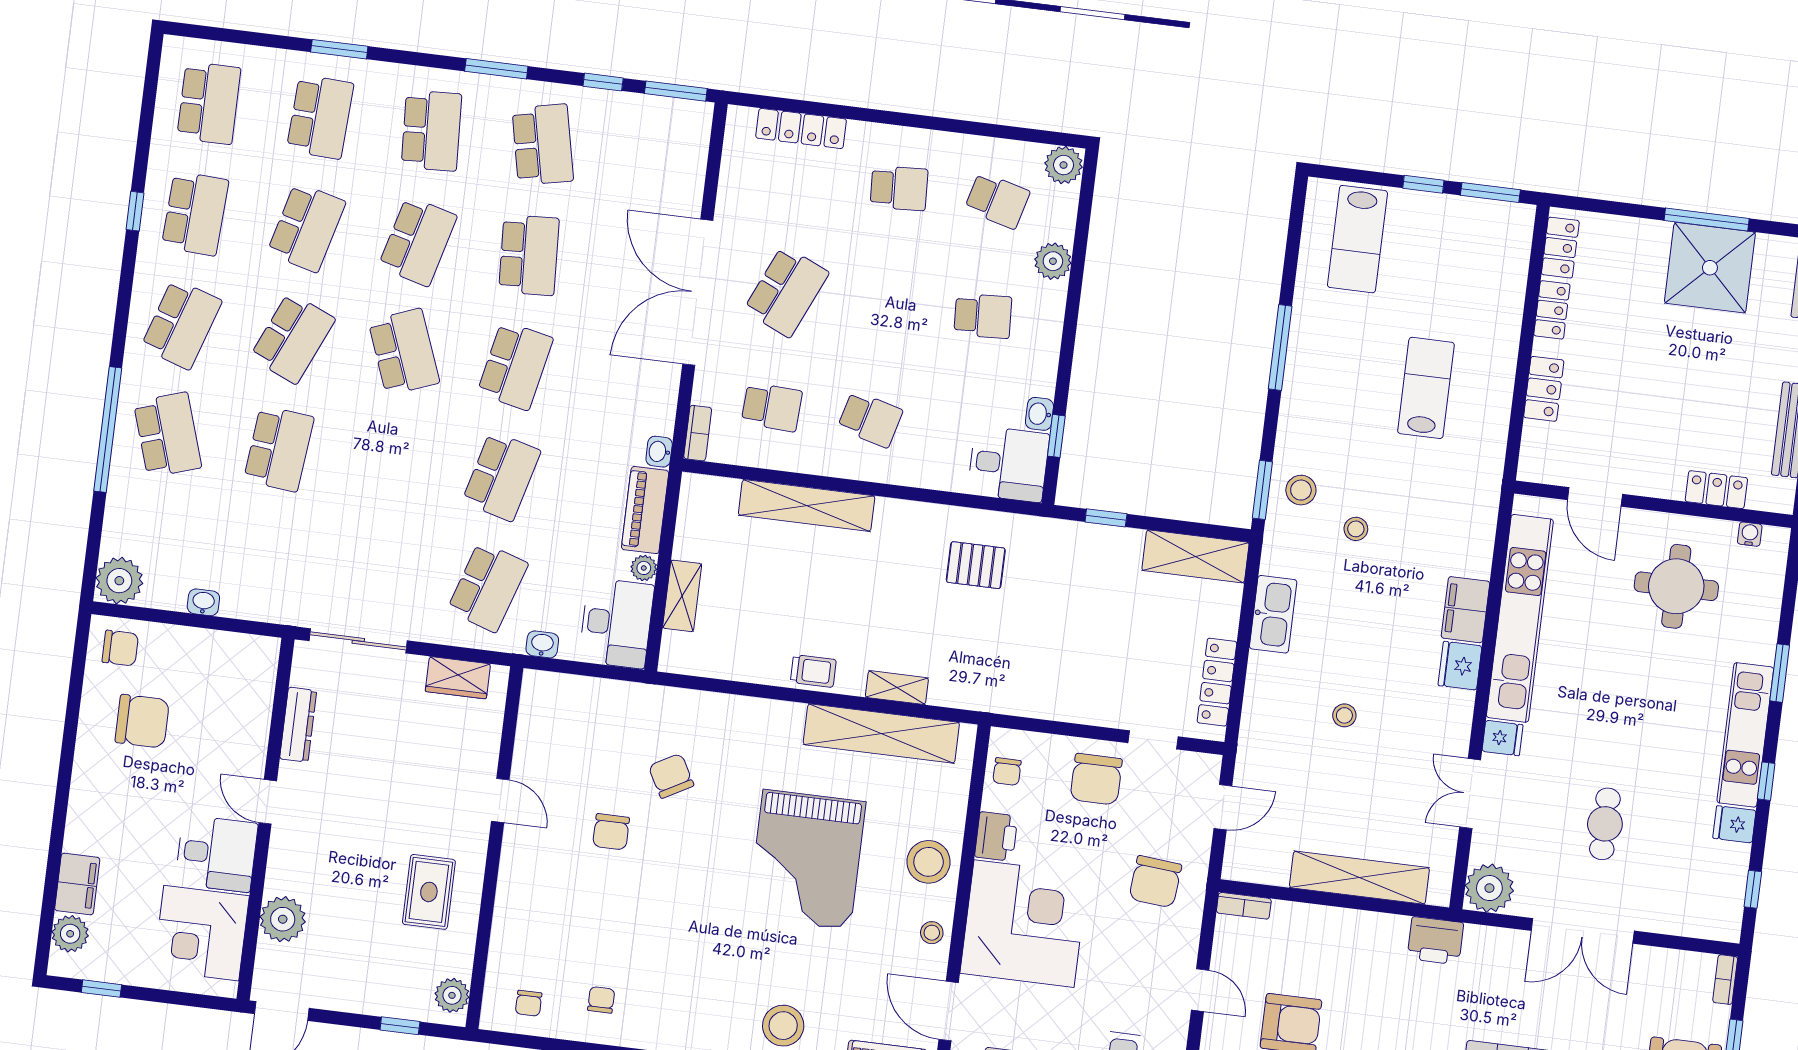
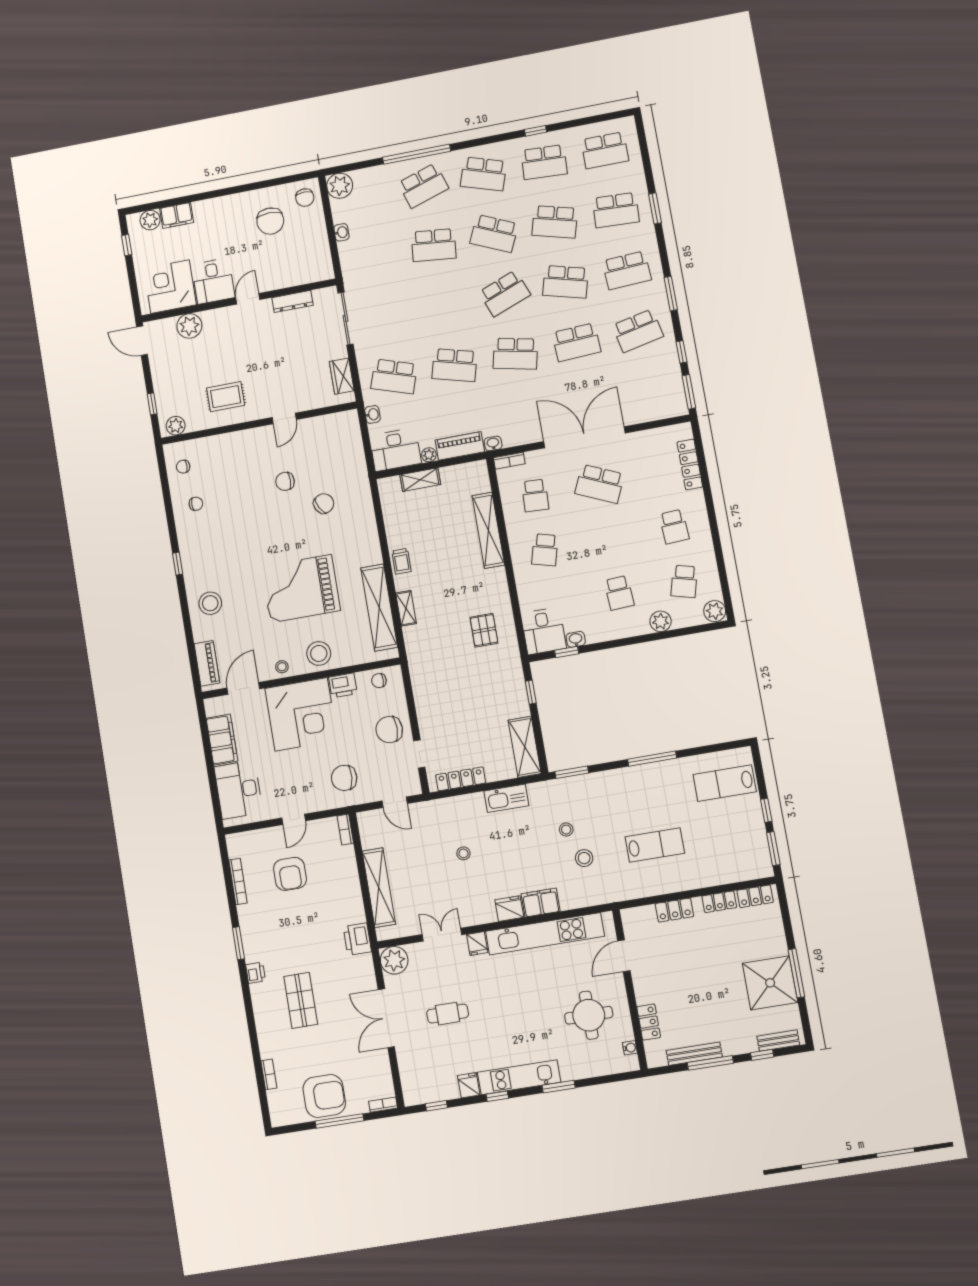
stool: (1301, 490) -> (584, 858), moved

